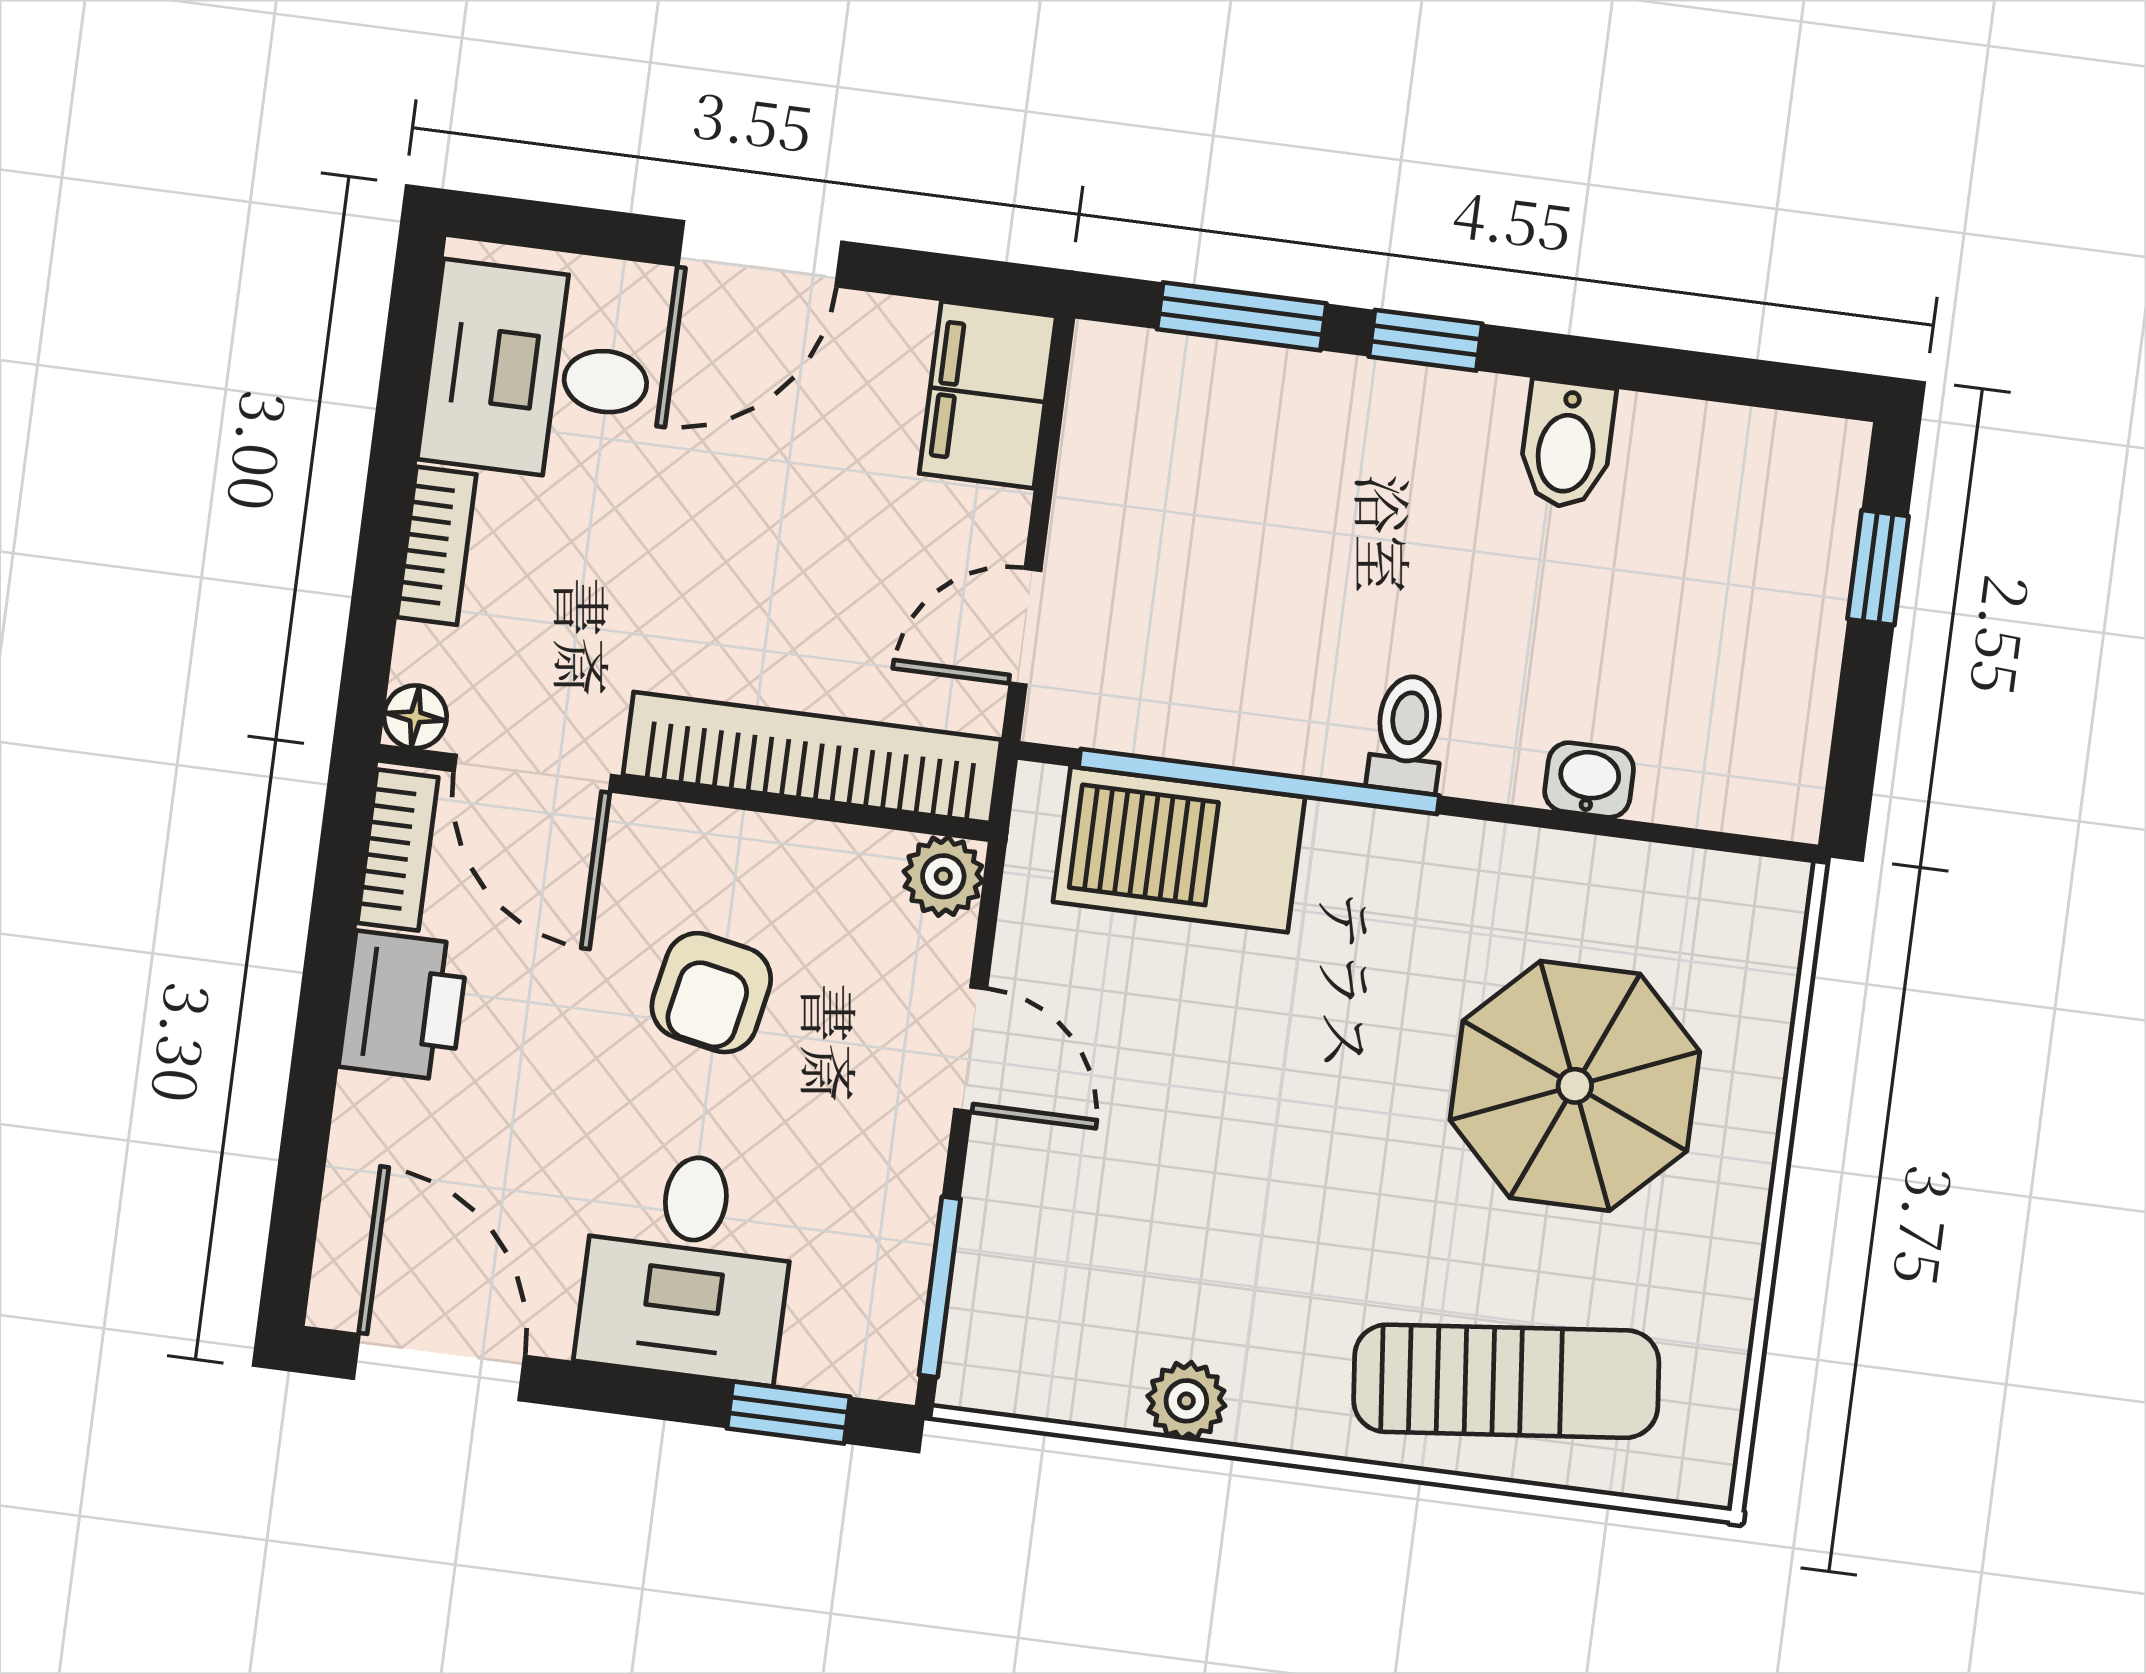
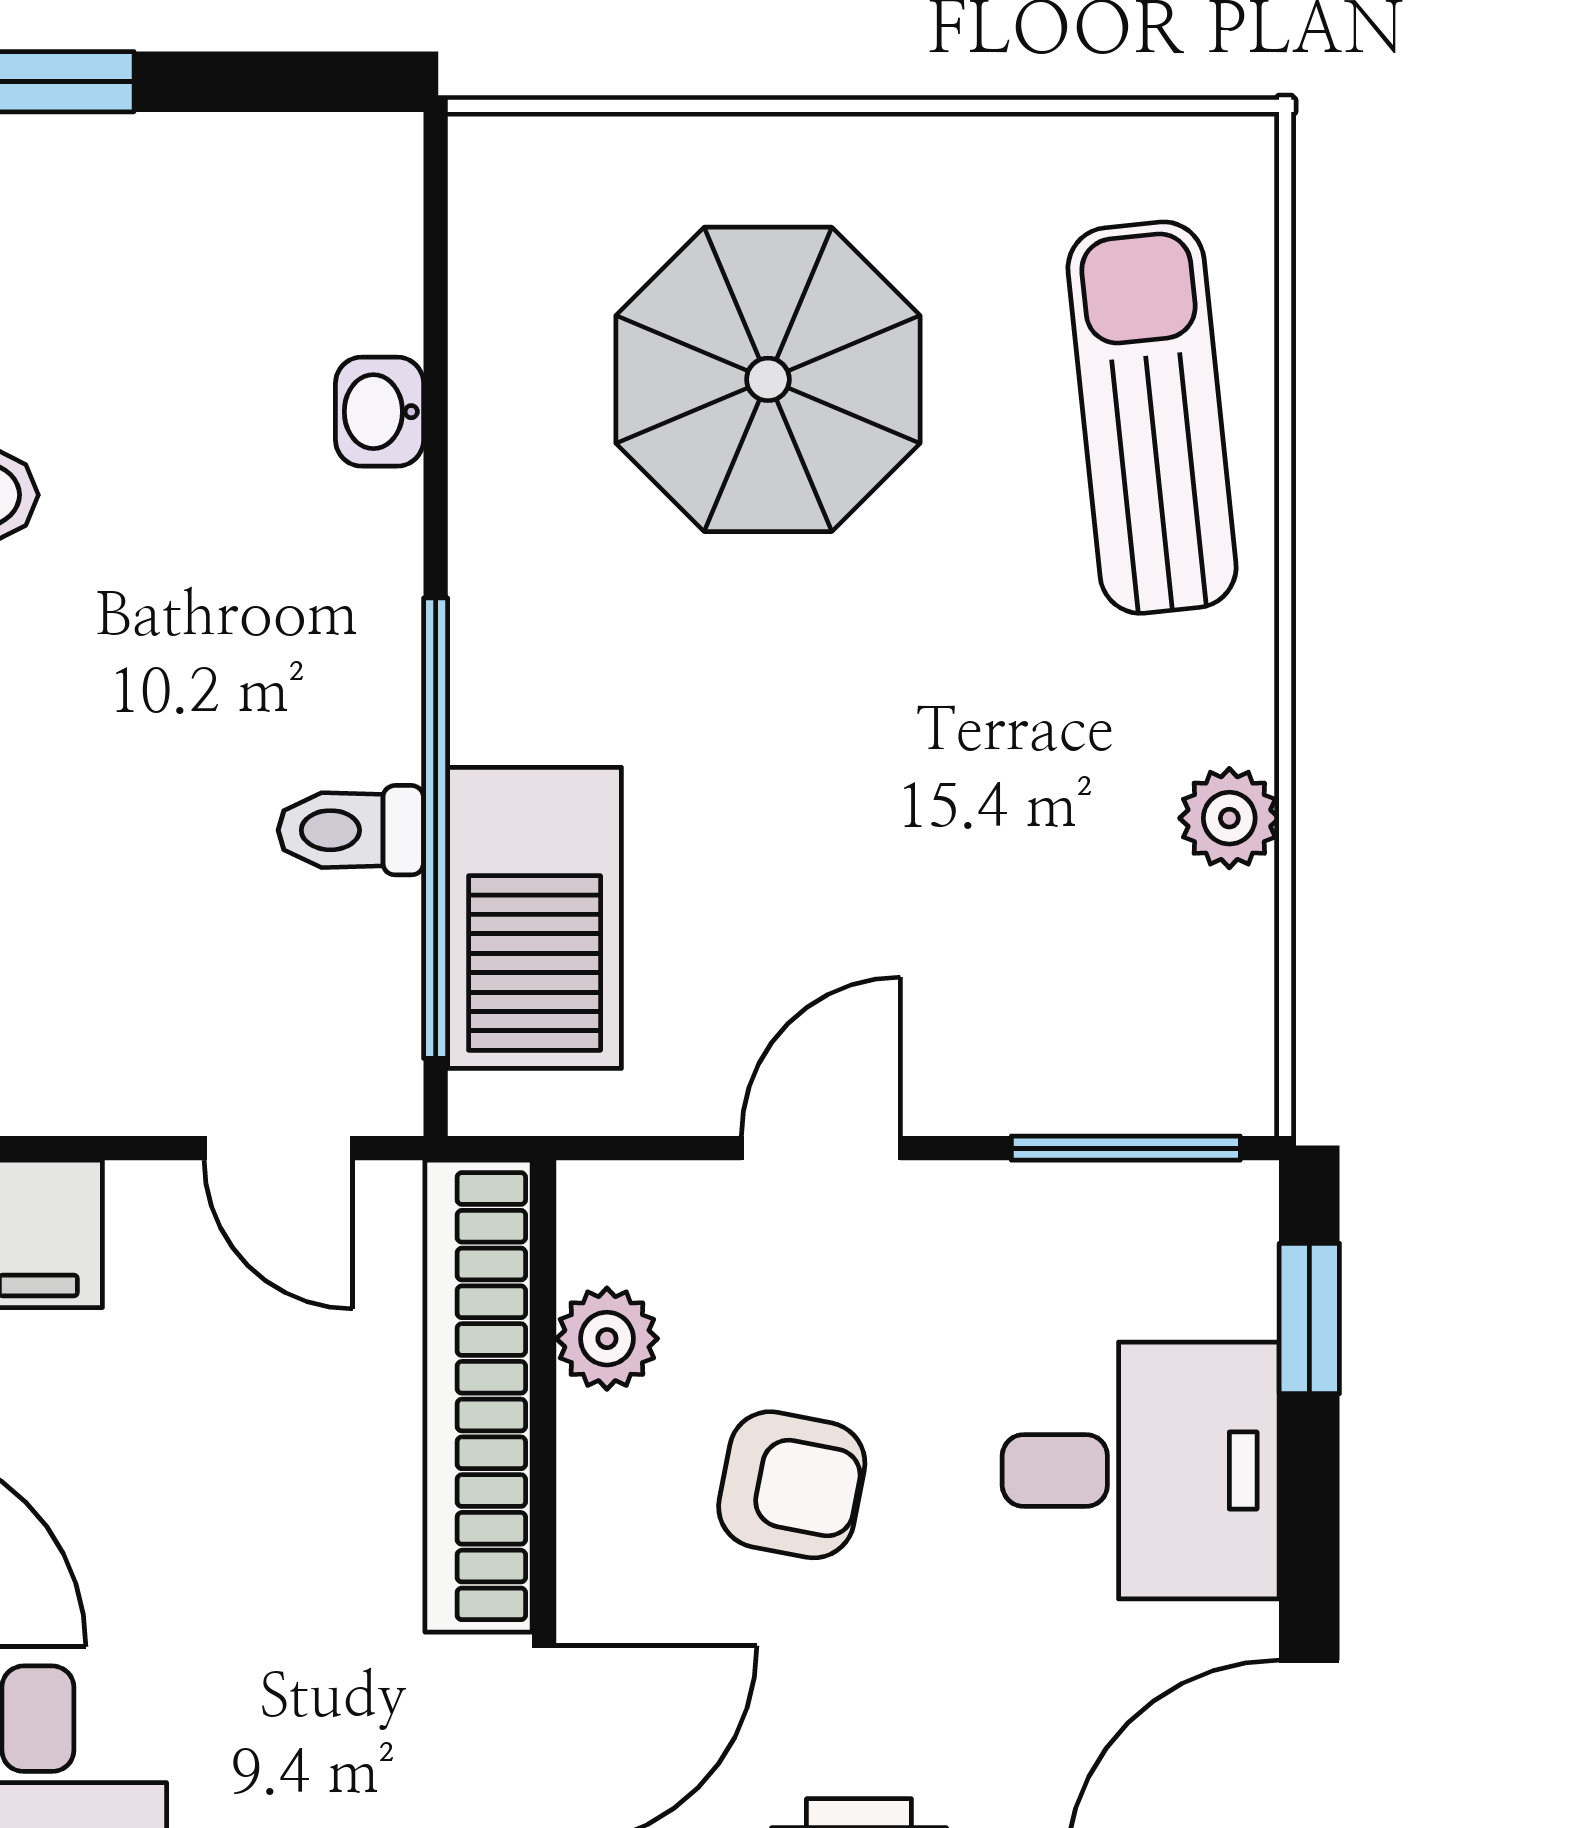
toilet: (1408, 734) -> (351, 830), moved
plant: (943, 876) -> (607, 1339), moved

